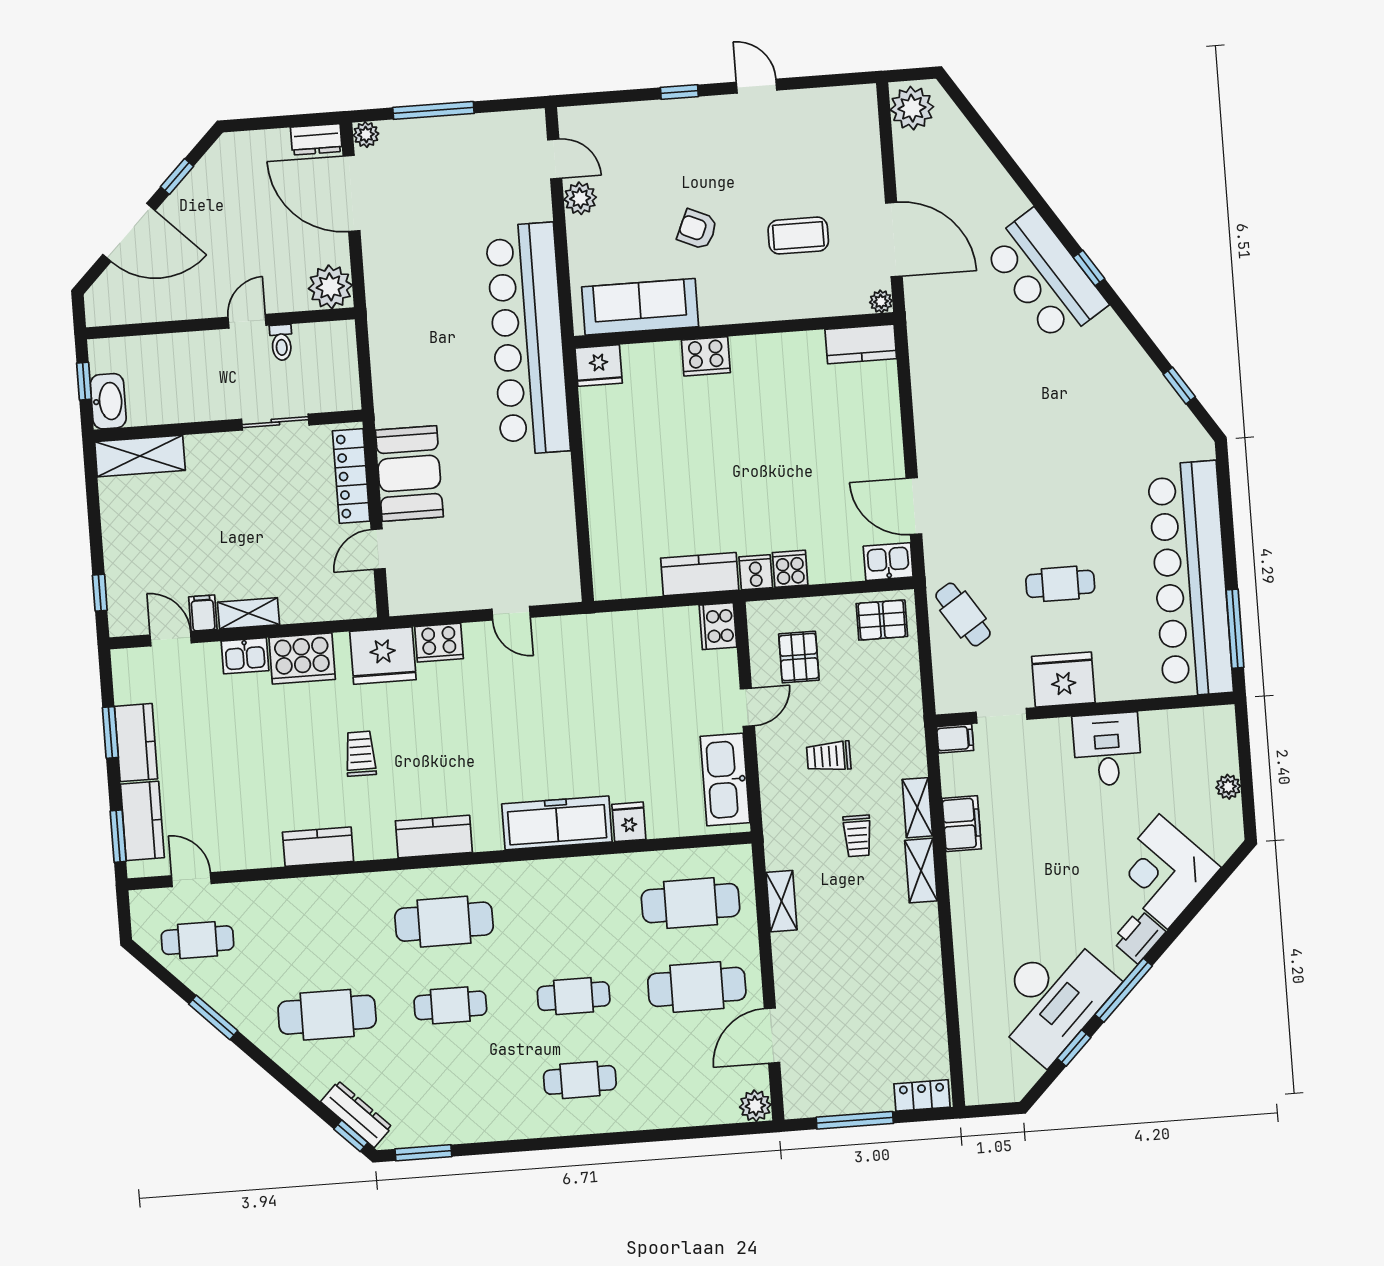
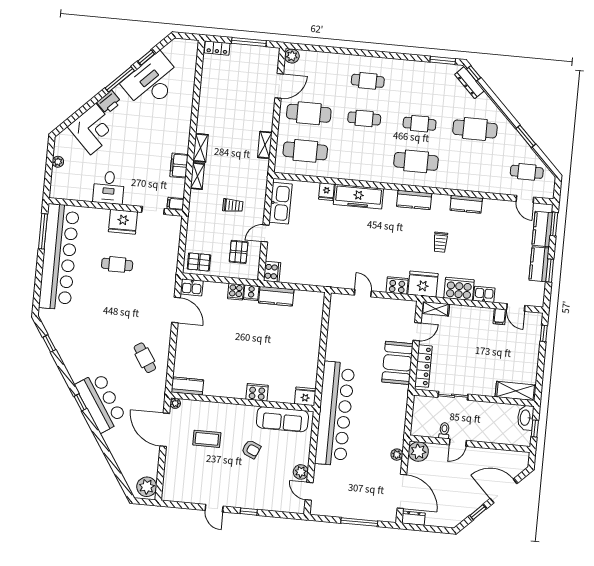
plant: (366, 135) -> (397, 455), moved
shelving: (249, 613) -> (435, 309), moved
cafe table: (963, 615) -> (145, 358), moved
trolley: (857, 836) -> (226, 168), removed

